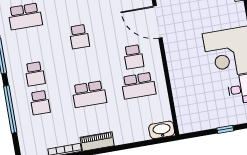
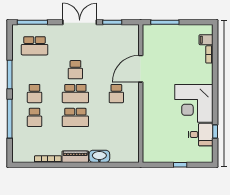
door: (158, 22) -> (141, 69), hinge flipped
school desk: (139, 86) -> (75, 94), moved
washbasin: (162, 130) -> (99, 156), moved

